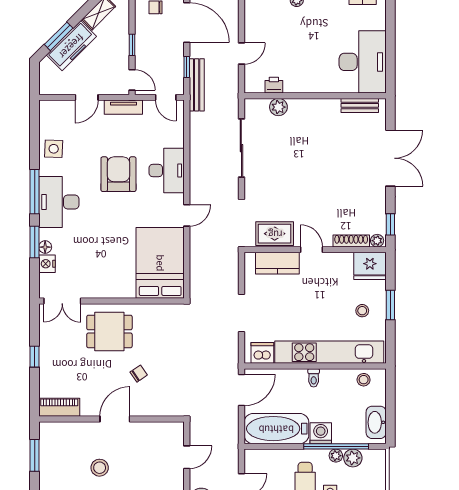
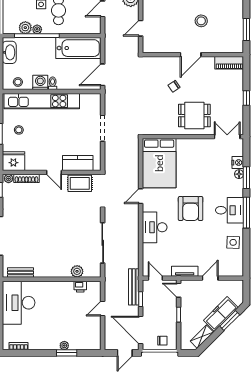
armchair: (118, 174) -> (191, 209), moved
desk: (59, 202) -> (229, 210), width x0.73
dishwasher: (262, 353) -> (88, 101), removed
washing machine: (321, 433) -> (40, 82), moved, turned 180

